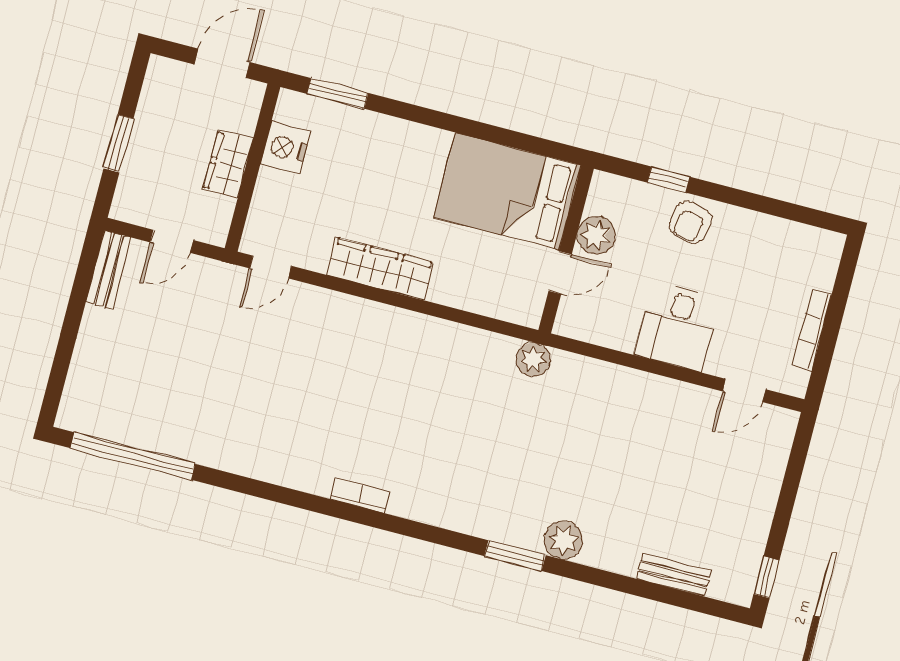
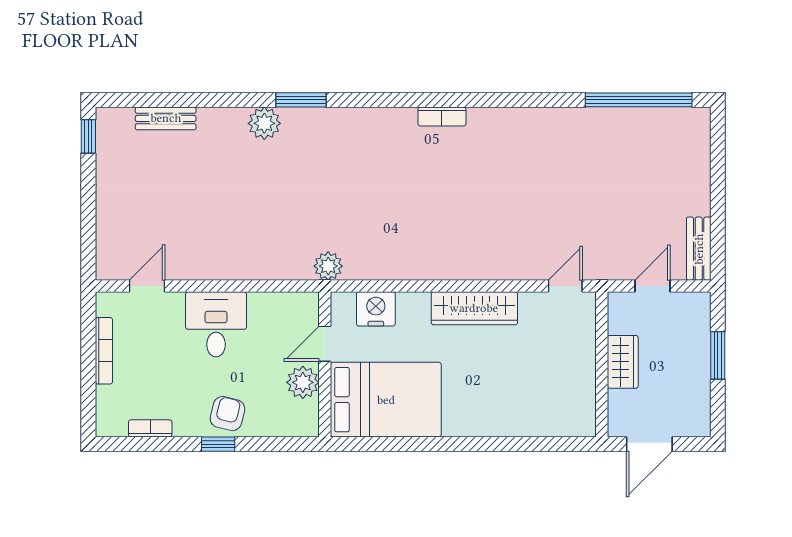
window: (338, 93) -> (547, 444), removed
nightstand: (285, 148) -> (376, 309), moved, turned -90
window: (668, 180) -> (218, 444), moved
bookcase: (783, 228) -> (150, 428), added

